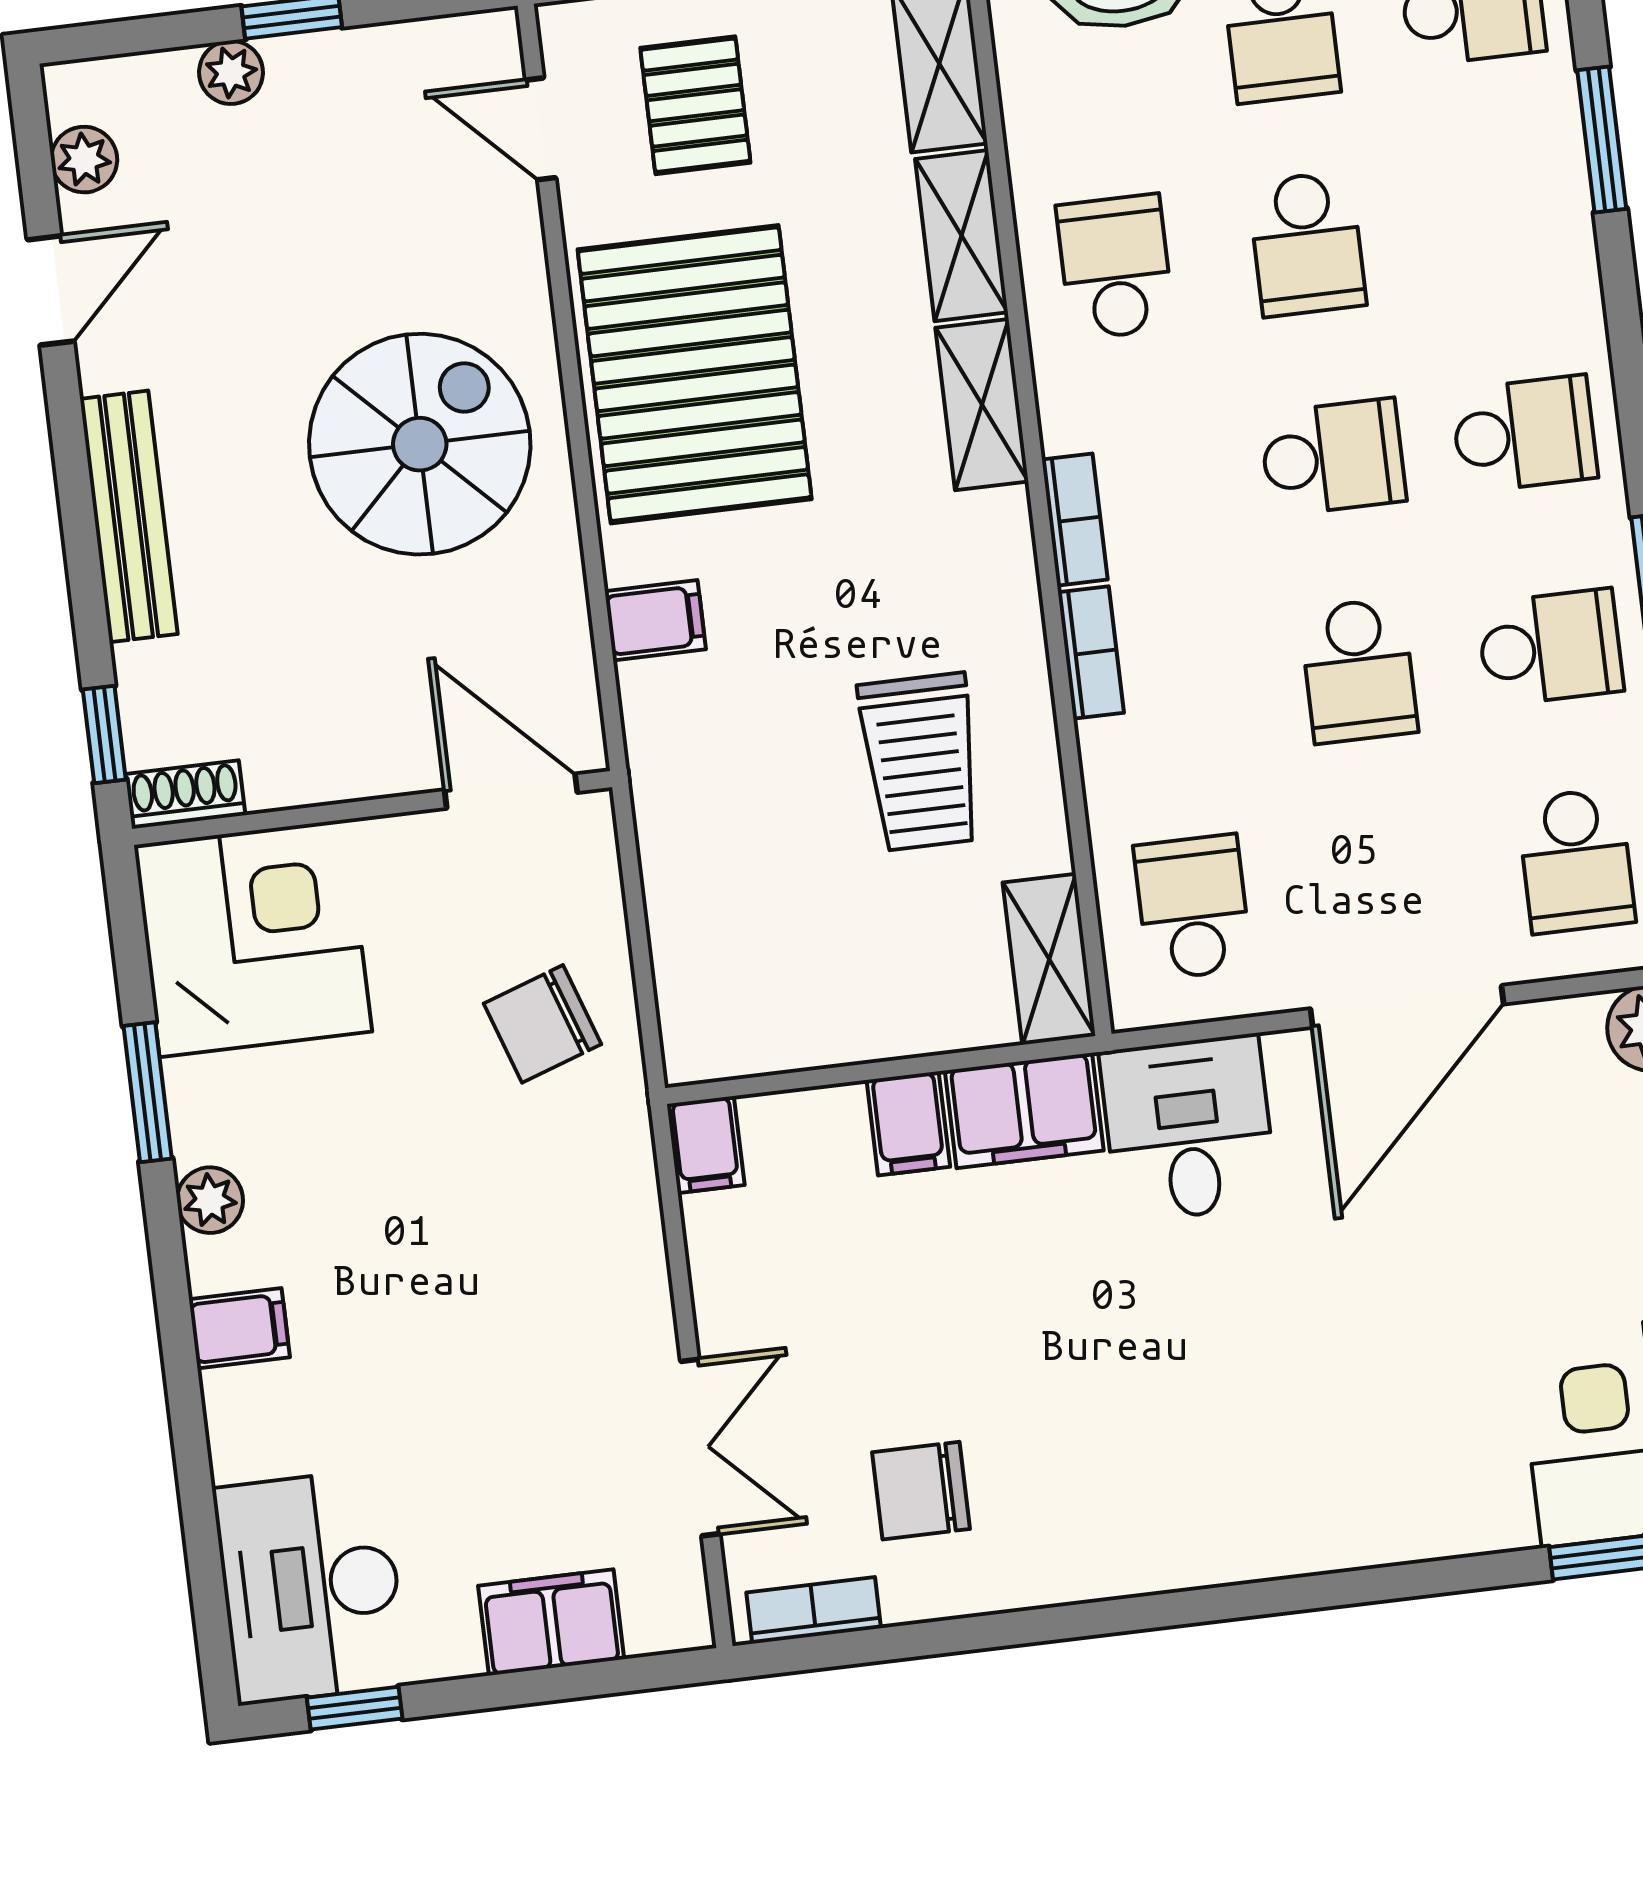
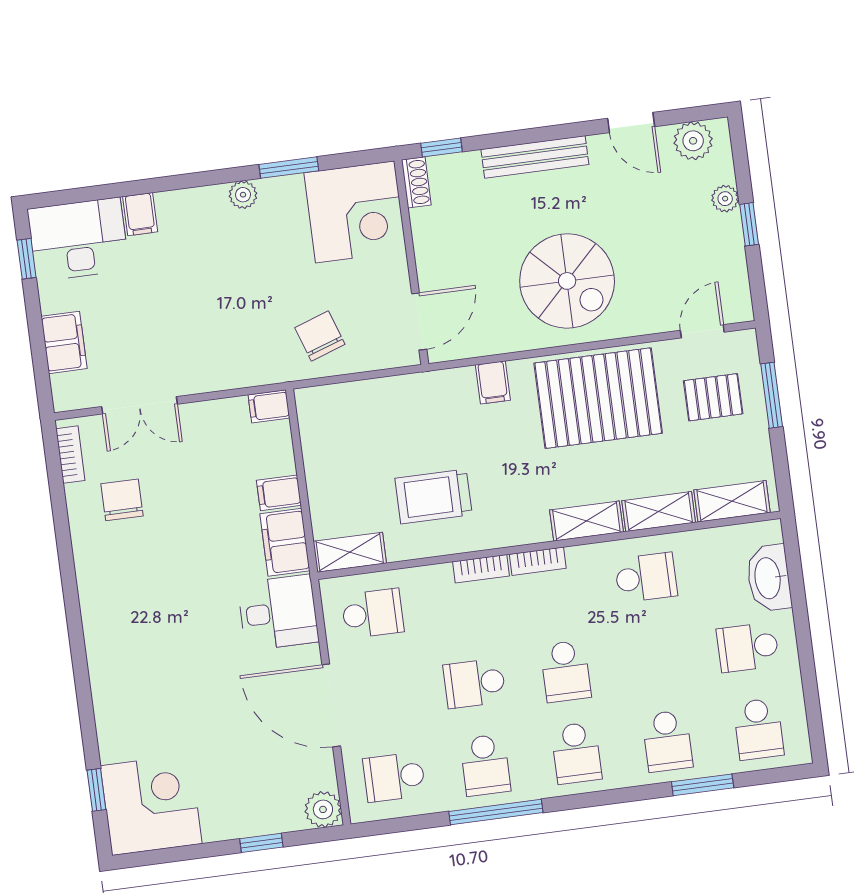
plant: (84, 160) -> (693, 141), width x1.38, depth x1.38
school desk: (1307, 244) -> (667, 741), moved, turned -90
filing cabinet: (239, 1328) -> (140, 214), moved

